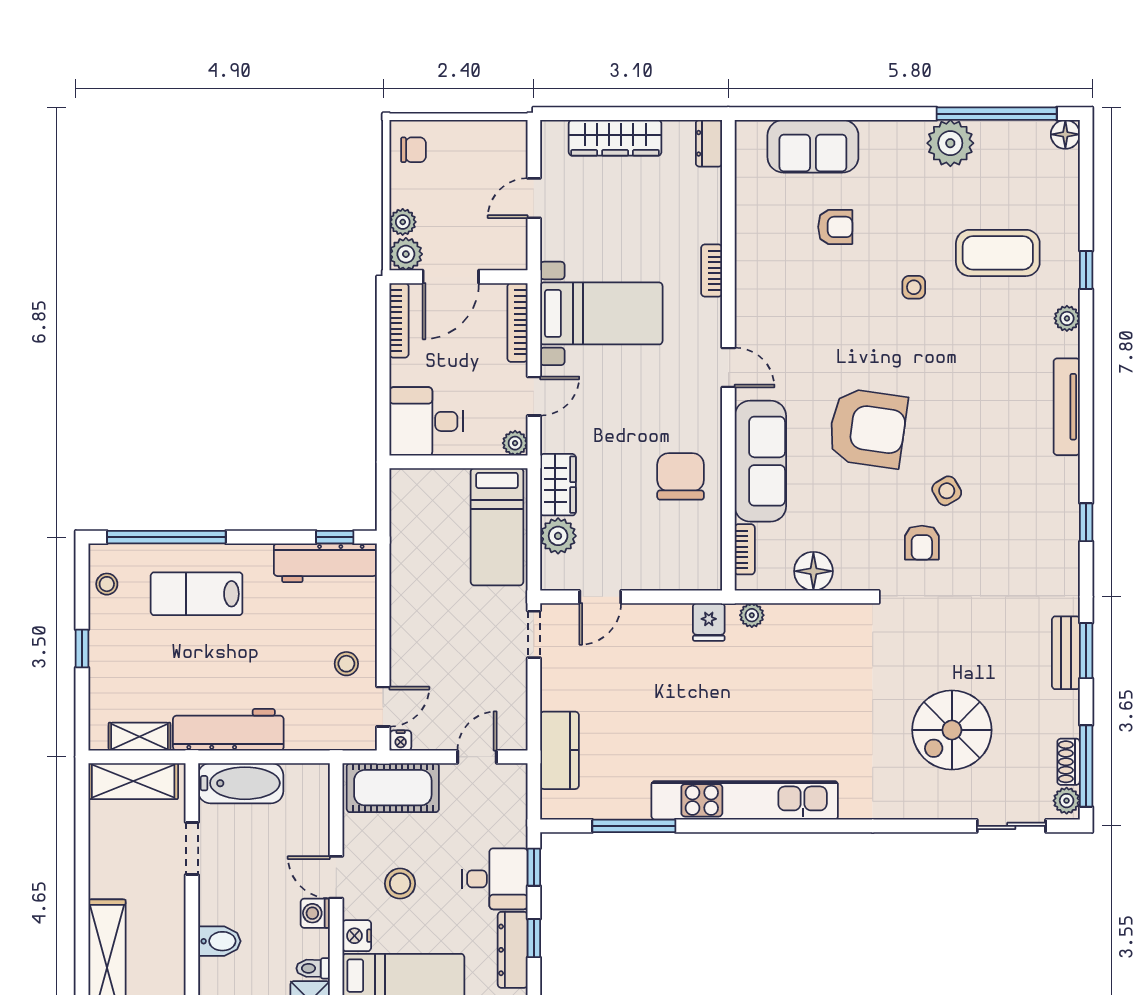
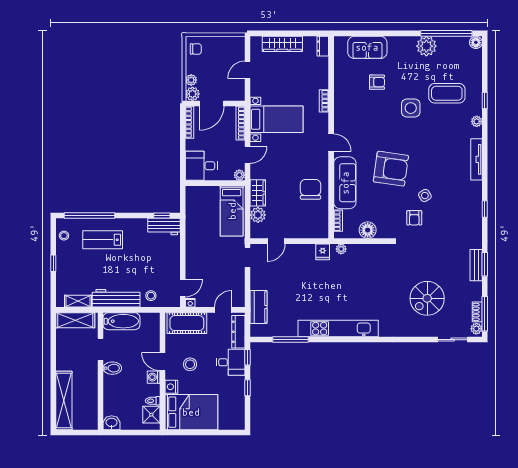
side table: (914, 287) -> (411, 108), width x1.87, depth x1.87
workbench: (325, 563) -> (164, 226), width x0.73
stool: (346, 664) -> (151, 296), moved
bidet: (219, 941) -> (112, 368), moved
dresser: (513, 950) -> (238, 332), moved

